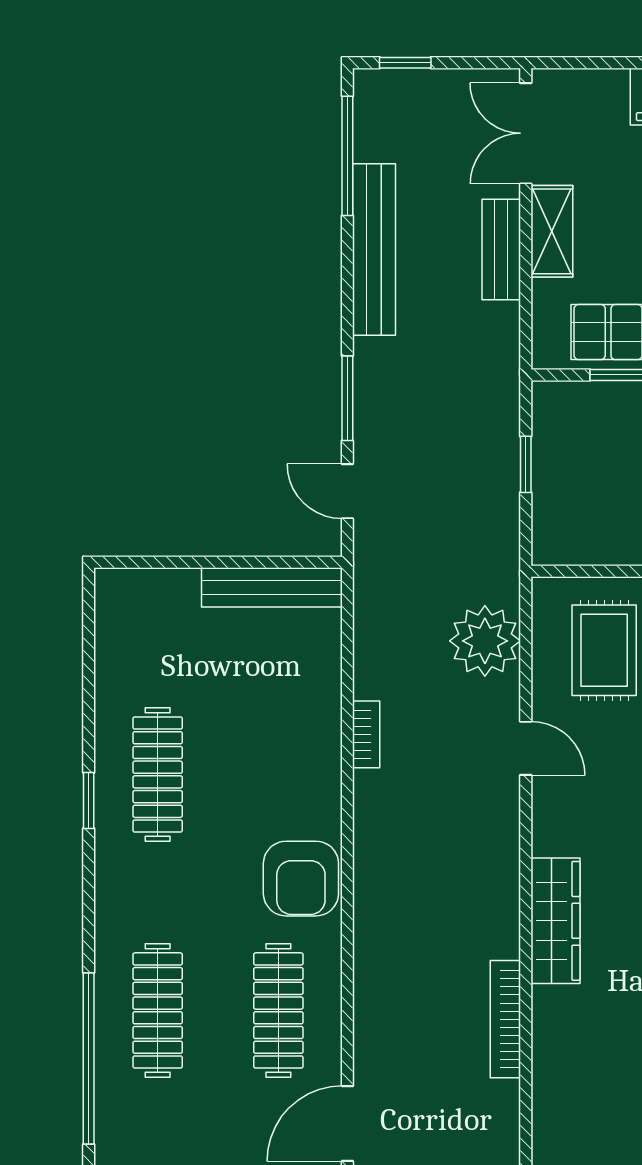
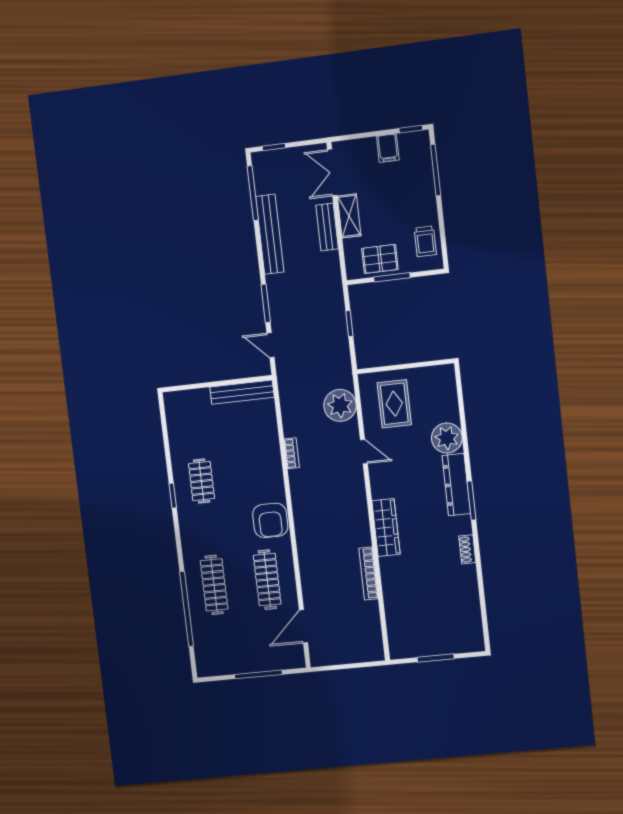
clothes rail: (158, 775) -> (202, 481), width x0.73

